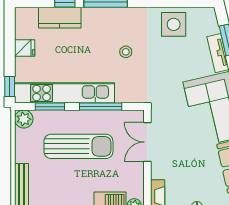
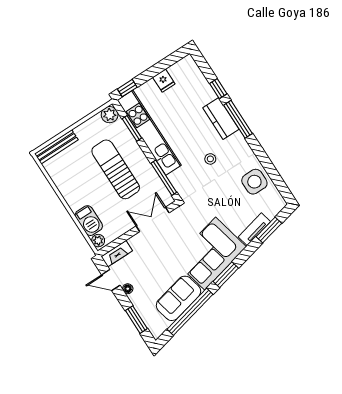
kitchen counter: (60, 18) -> (221, 118), moved
window: (101, 107) -> (164, 178), moved
sun lounger: (78, 146) -> (116, 169), turned 180

